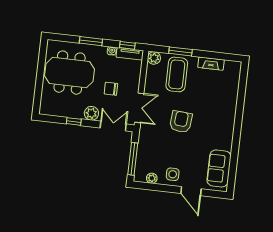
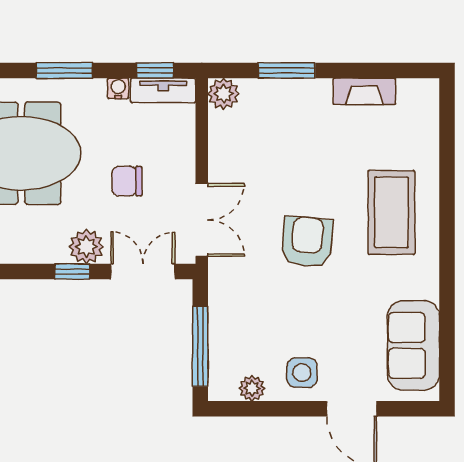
coffee table: (177, 74) -> (391, 212), moved
window: (74, 121) -> (72, 272), moved

